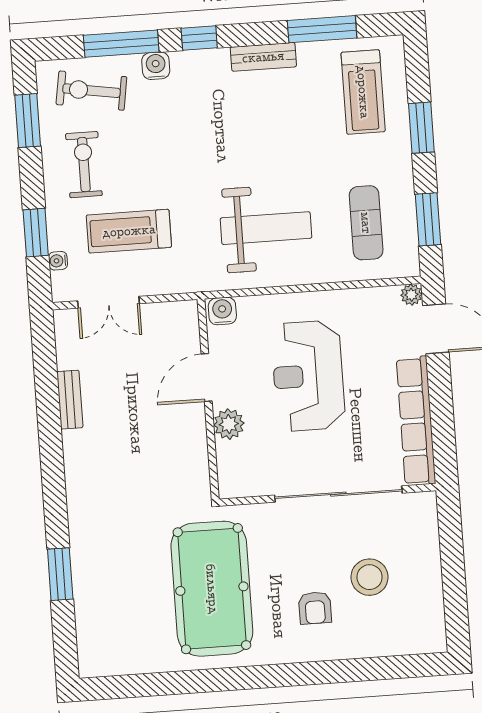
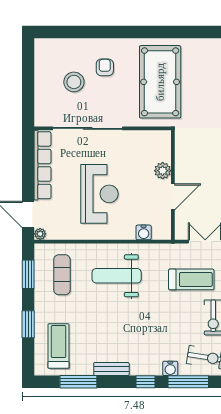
door: (207, 378) -> (173, 197), moved
wall: (208, 399) -> (173, 185), moved
plant: (229, 424) -> (163, 171), moved

